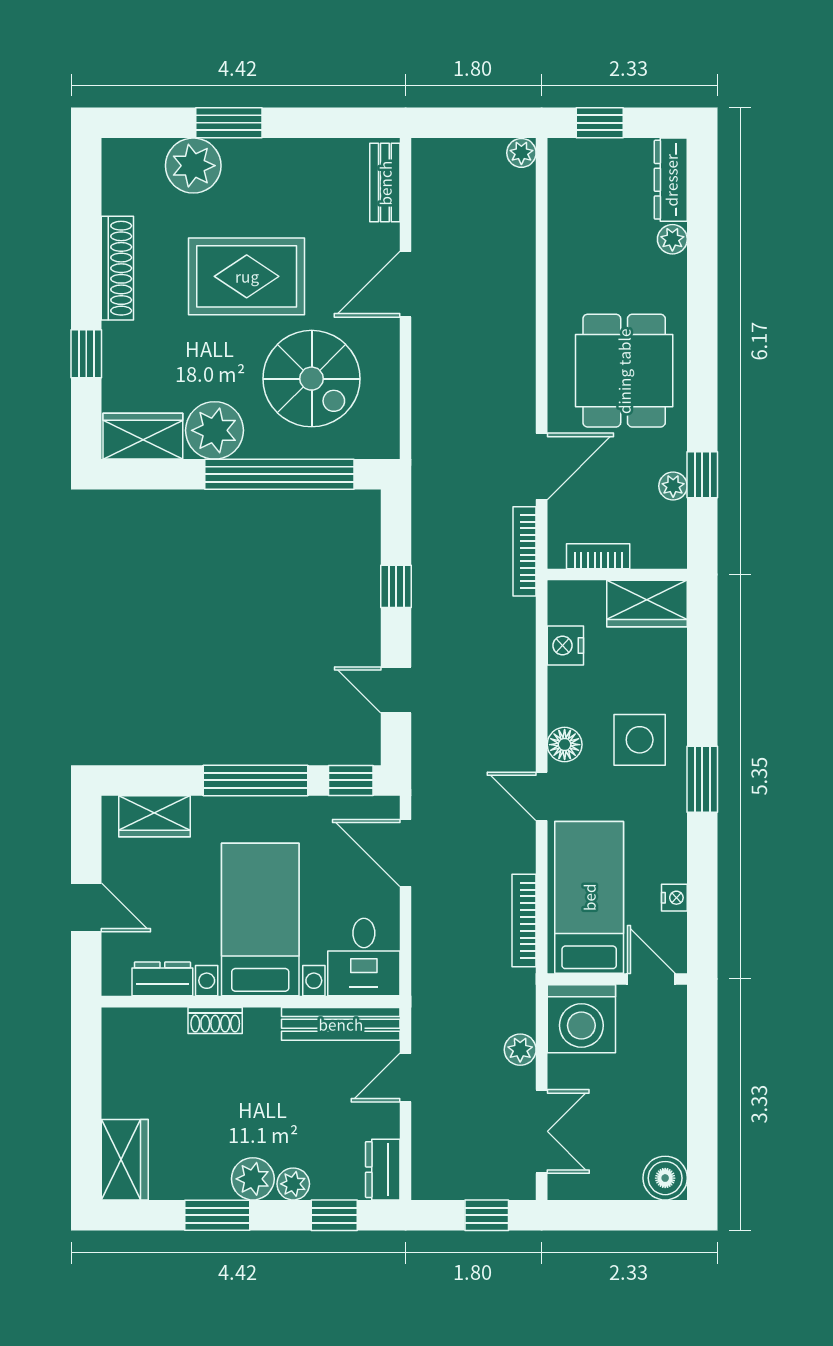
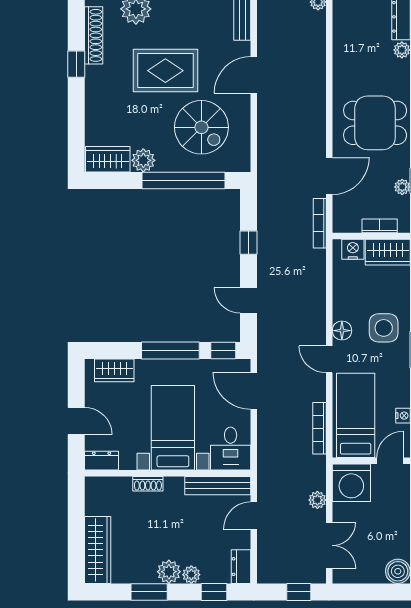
shoe rack: (117, 268) -> (94, 35), moved
window: (86, 354) -> (76, 64), moved
dining table: (624, 371) -> (375, 123), turned 90
plant: (215, 430) -> (143, 160), width x0.73, depth x0.73
bookcase: (598, 556) -> (380, 226), moved
nightstand: (565, 645) -> (353, 249), moved, turned 90
dresser: (162, 979) -> (102, 461), moved
door: (651, 979) -> (390, 461), hinge flipped
wardrobe: (125, 1160) -> (98, 550), width x1.50

